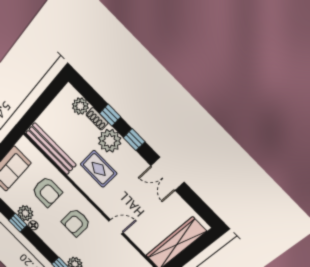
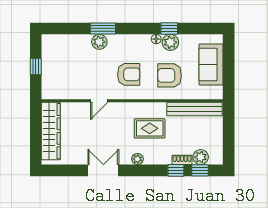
window: (134, 140) -> (200, 170), moved
plant: (110, 141) -> (137, 159), moved, width x0.53, depth x0.53
armchair: (76, 222) -> (129, 74), turned 90

